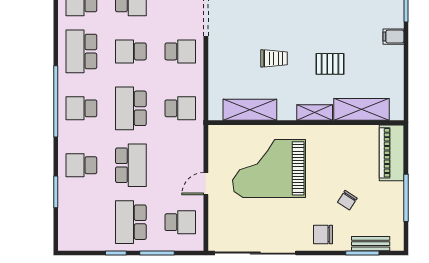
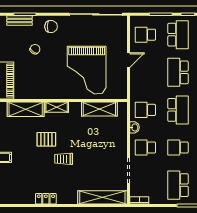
school desk: (131, 51) -> (178, 148), turned 180
trolley: (274, 58) -> (64, 159), moved
washbasin: (197, 82) -> (134, 127), added
grand piano: (269, 168) -> (87, 70), turned 90

